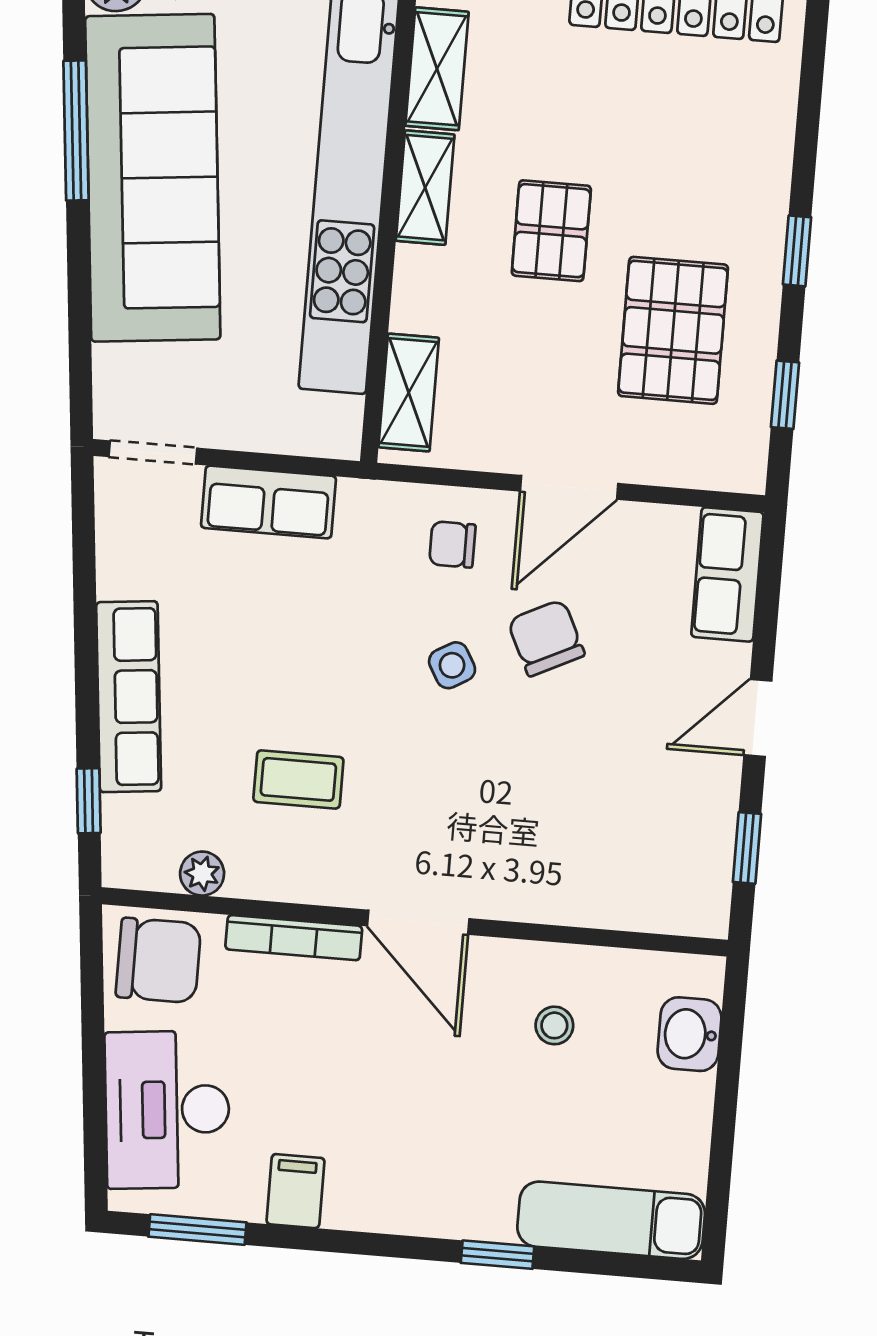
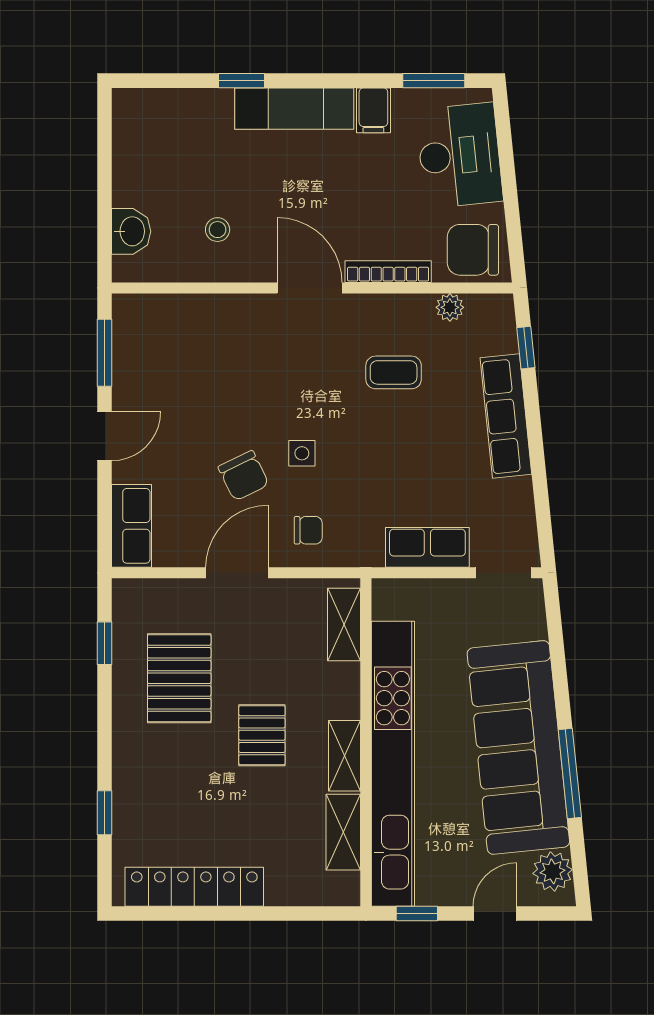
window: (797, 251) -> (104, 813), moved
side table: (452, 665) -> (302, 453), turned 30
window: (747, 848) -> (104, 353), width x1.50
exam couch: (611, 1220) -> (294, 109), moved

